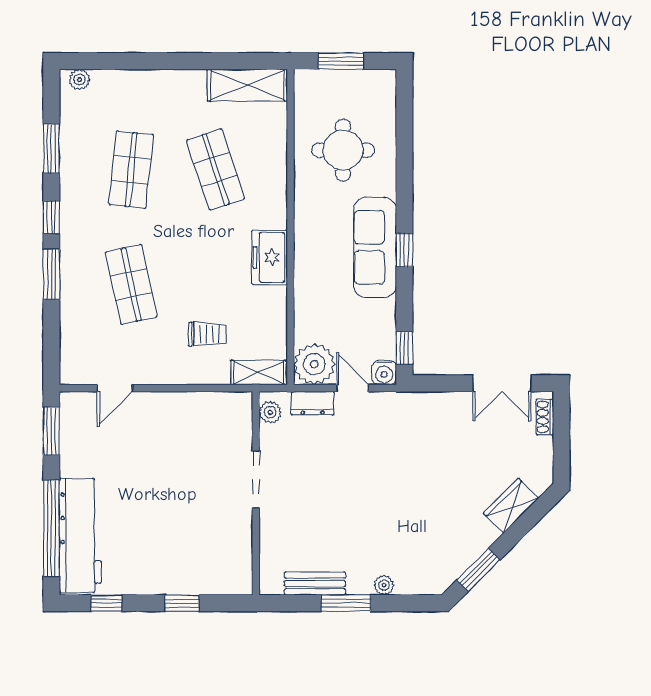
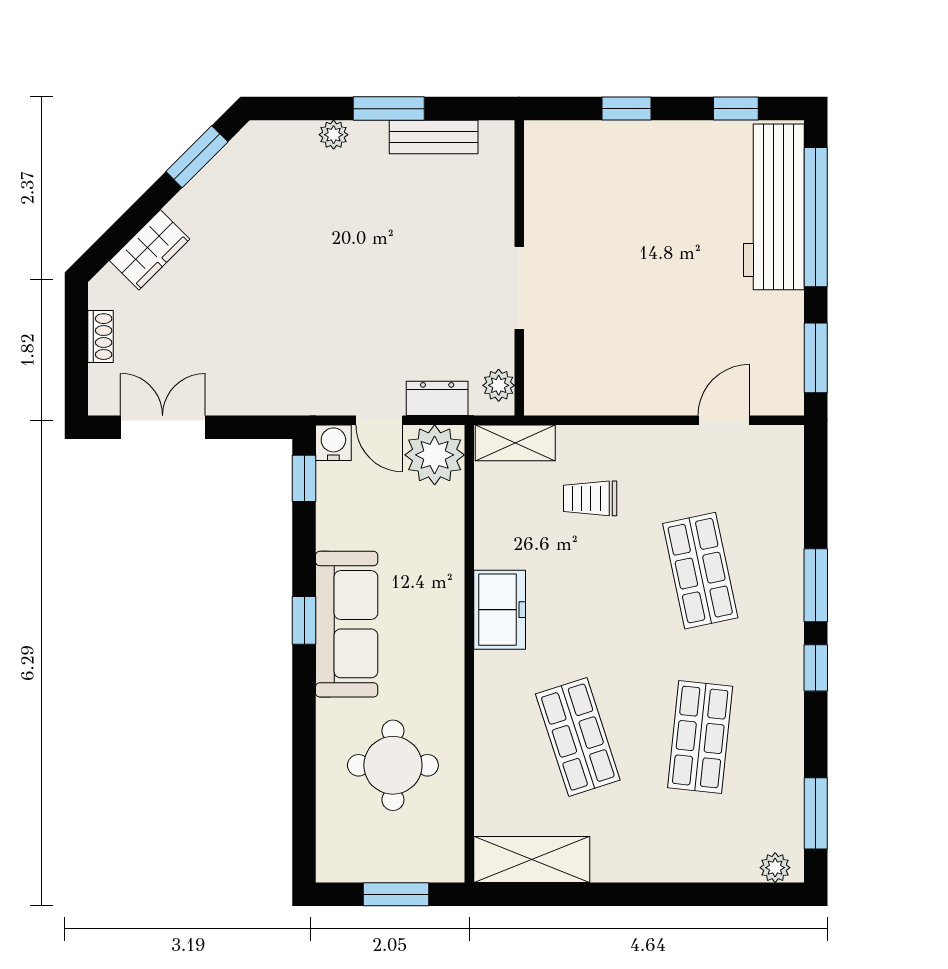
window: (51, 149) -> (816, 813), moved
shoe rack: (545, 417) -> (101, 337), moved

